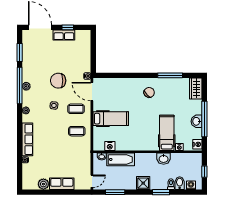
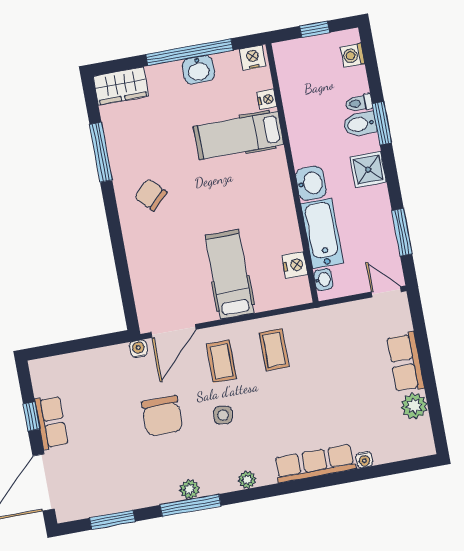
window: (20, 86) -> (191, 505), width x0.68
washbasin: (164, 159) -> (311, 183), moved
bidet: (180, 183) -> (360, 124), moved

